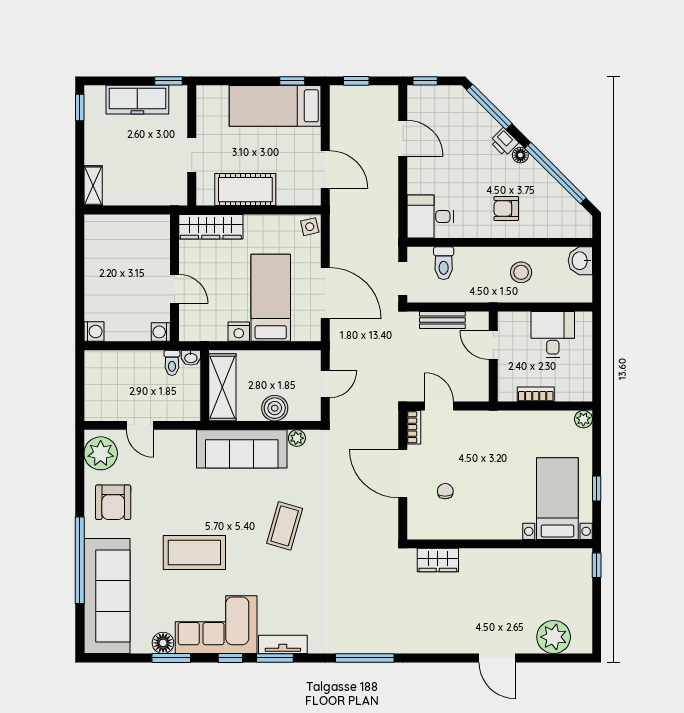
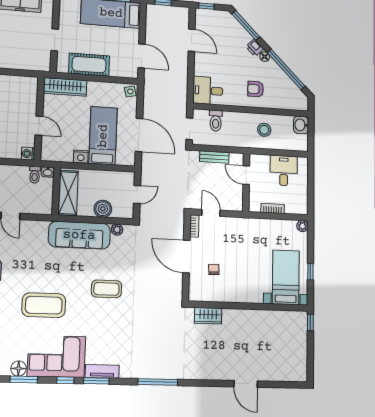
coffee table: (285, 526) -> (106, 289), turned 74
plant: (554, 637) -> (283, 370), removed

